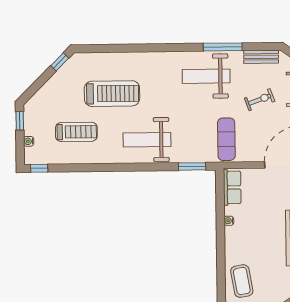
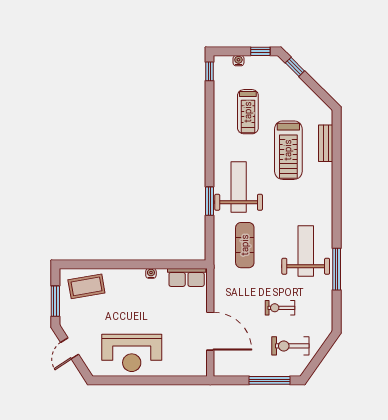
bench: (261, 57) -> (326, 143), moved
window: (60, 62) -> (295, 67), moved
exercise bike: (260, 100) -> (280, 308), turned 110
exercise mat: (226, 139) -> (245, 245), moved, turned 90
window: (192, 166) -> (209, 201), moved

